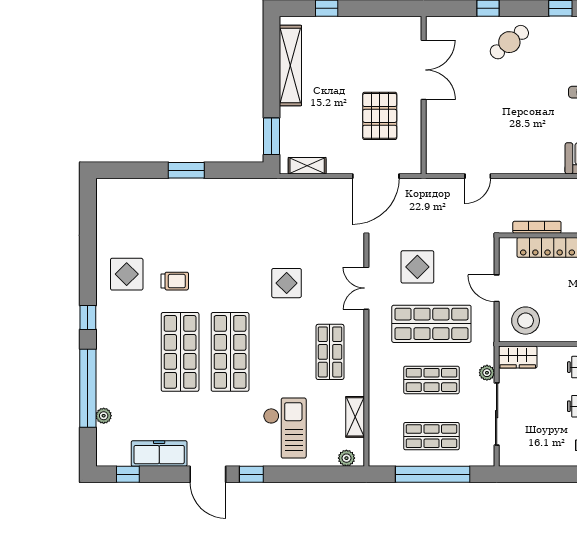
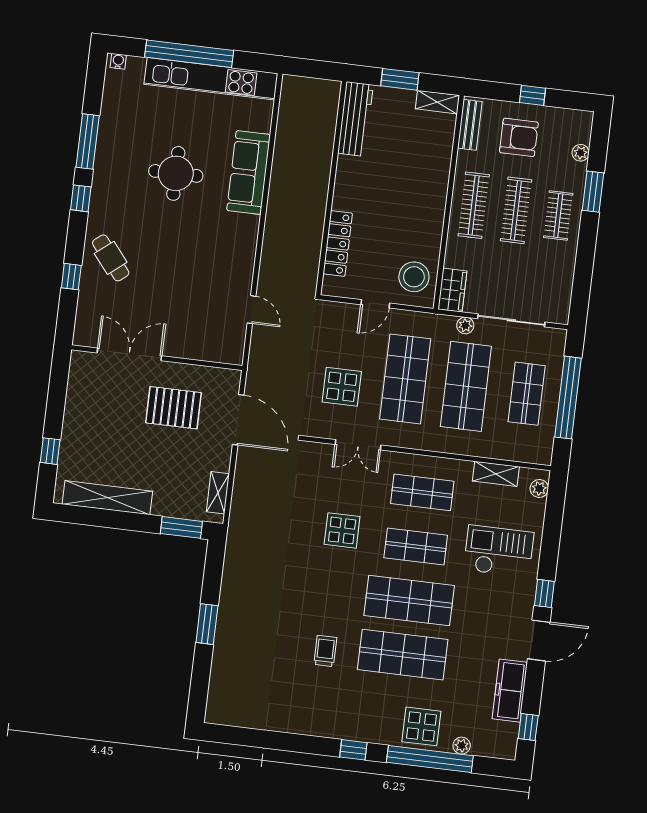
bookcase: (537, 227) -> (315, 252), removed
display table: (127, 274) -> (421, 726), moved
shop shelf: (280, 352) -> (416, 546), added
shop shelf: (431, 380) -> (466, 386), width x1.43, depth x1.36

